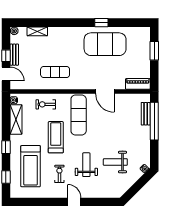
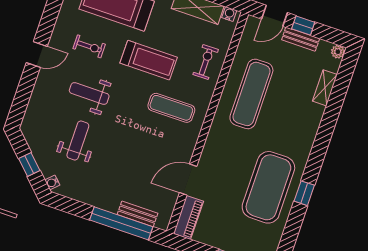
exercise mat: (55, 72) -> (251, 94), width x1.36, depth x1.45
door: (105, 91) -> (188, 180), moved
exercise mat: (79, 115) -> (171, 108), width x0.73, depth x0.69
weight bench: (86, 165) -> (89, 93), turned 180
window: (138, 185) -> (29, 164), added

